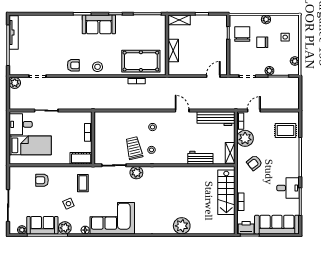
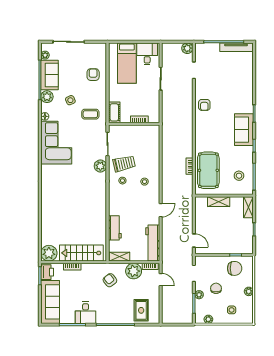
chair: (262, 42) -> (216, 288), moved
stool: (98, 67) -> (239, 176), moved
plant: (182, 226) -> (49, 253), moved

